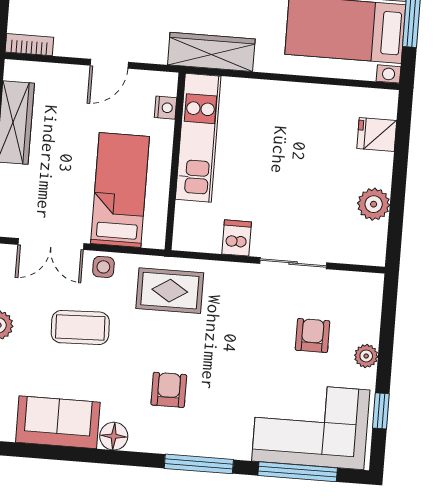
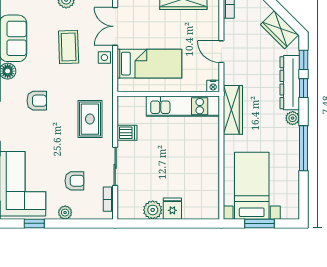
nightstand: (166, 108) -> (213, 86), moved
fridge: (377, 134) -> (172, 209), moved
bookcase: (349, 279) -> (108, 199), added
rug: (170, 291) -> (90, 119), moved

